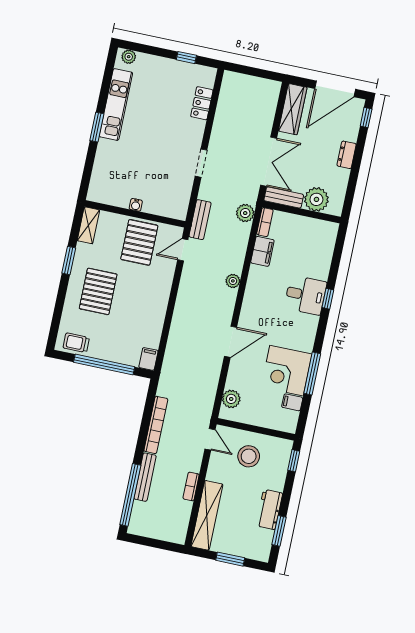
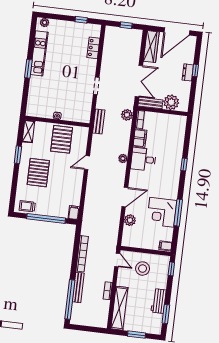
window: (256, 72) -> (126, 25), added
window: (366, 118) -> (195, 70), moved
door: (183, 250) -> (87, 163), moved
desk: (305, 295) -> (143, 159), moved, turned 180
plant: (231, 399) -> (130, 220), moved
filing cabinet: (292, 402) -> (165, 246), moved

